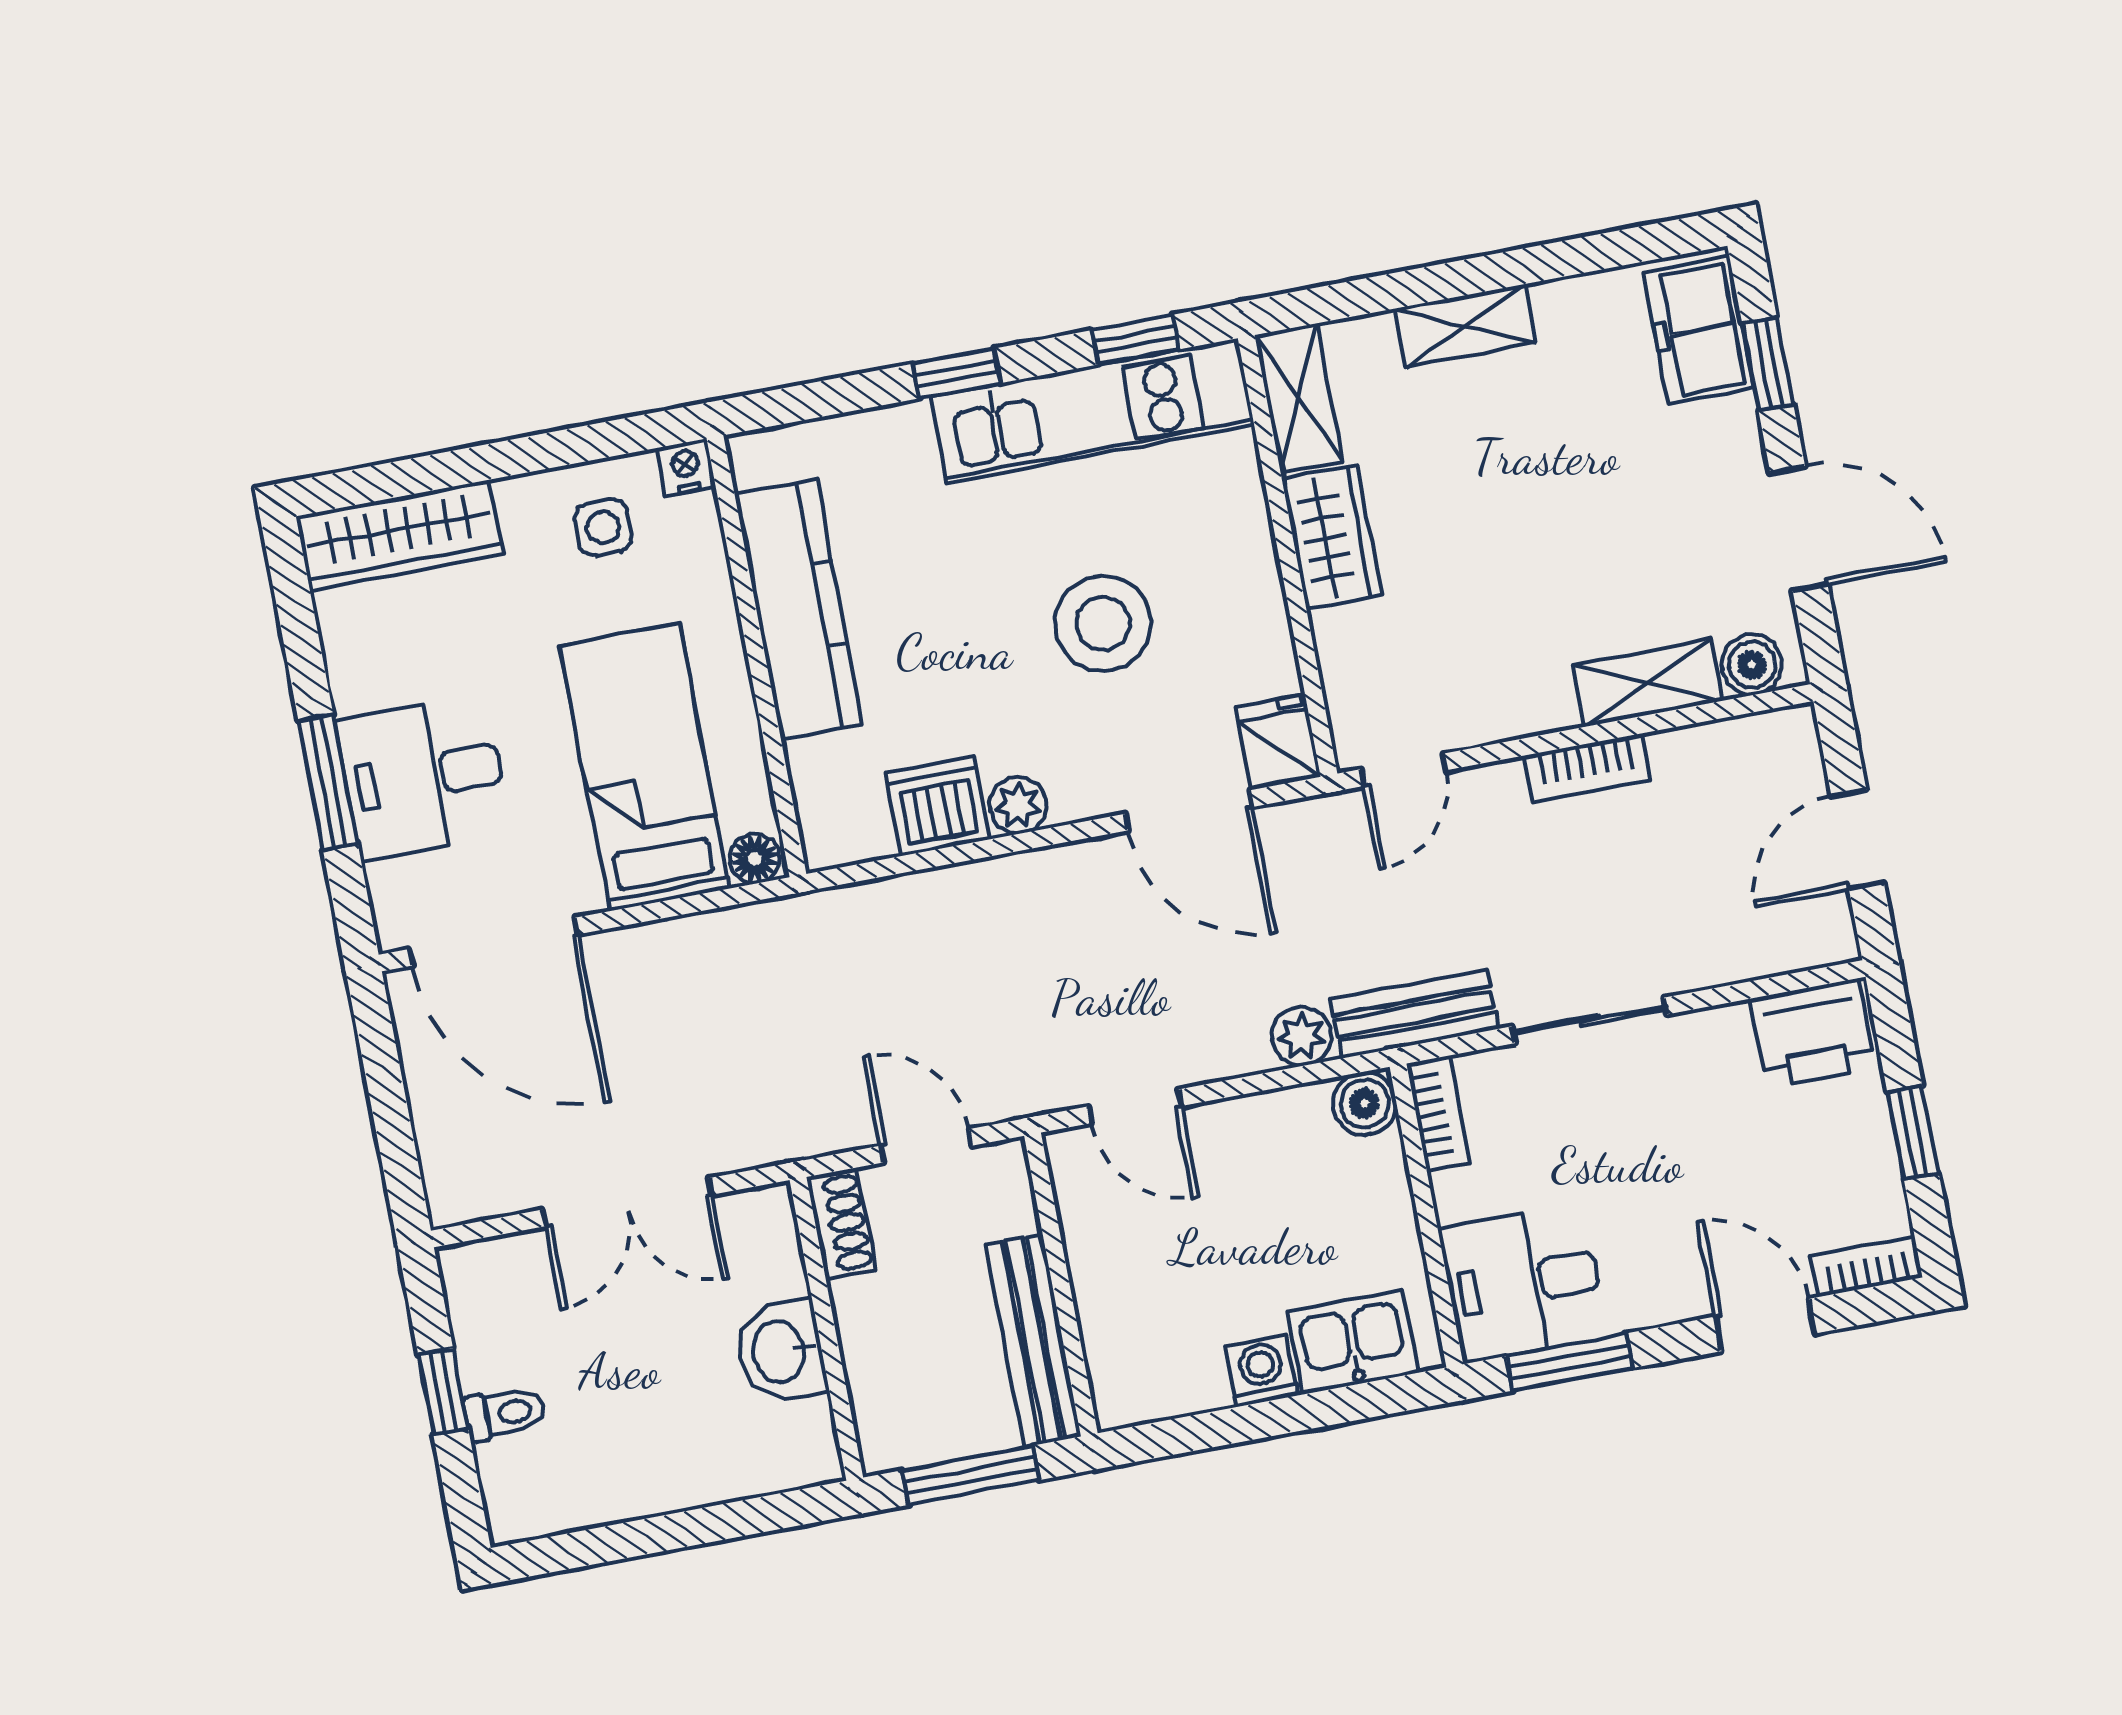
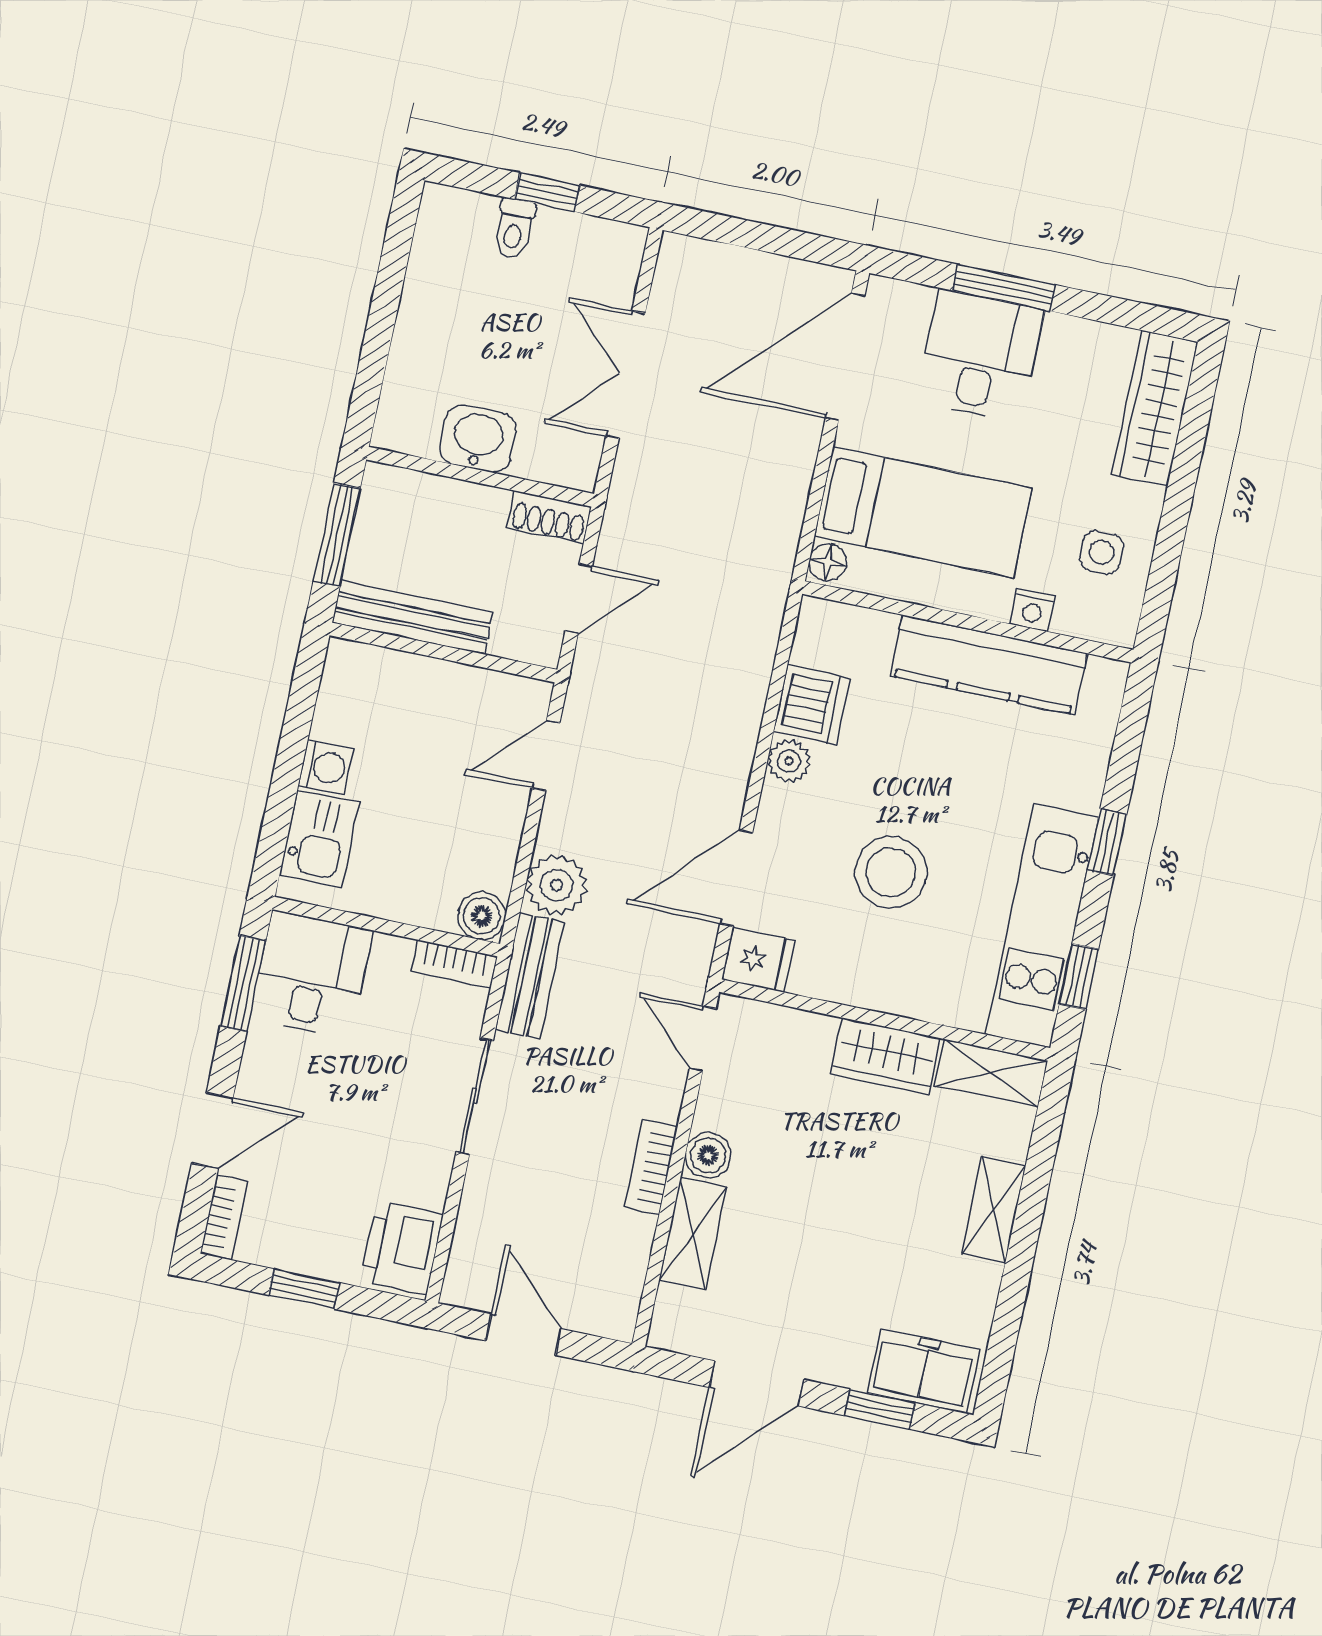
nightstand: (686, 467) -> (1032, 610), moved, turned 90
boiler: (1752, 665) -> (708, 1155), moved
plant: (1302, 1036) -> (557, 885), width x1.38, depth x1.38

